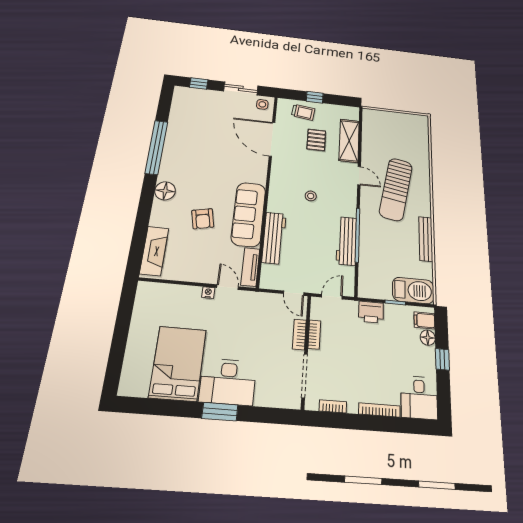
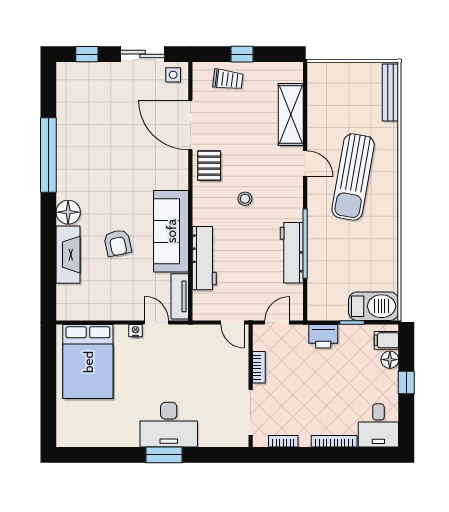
pallet: (316, 140) -> (209, 166), moved
bench: (426, 239) -> (390, 92), moved
fireplace: (154, 251) -> (68, 255), moved
bookcase: (299, 335) -> (242, 369), removed
bed: (178, 363) -> (88, 362), moved, turned 180

